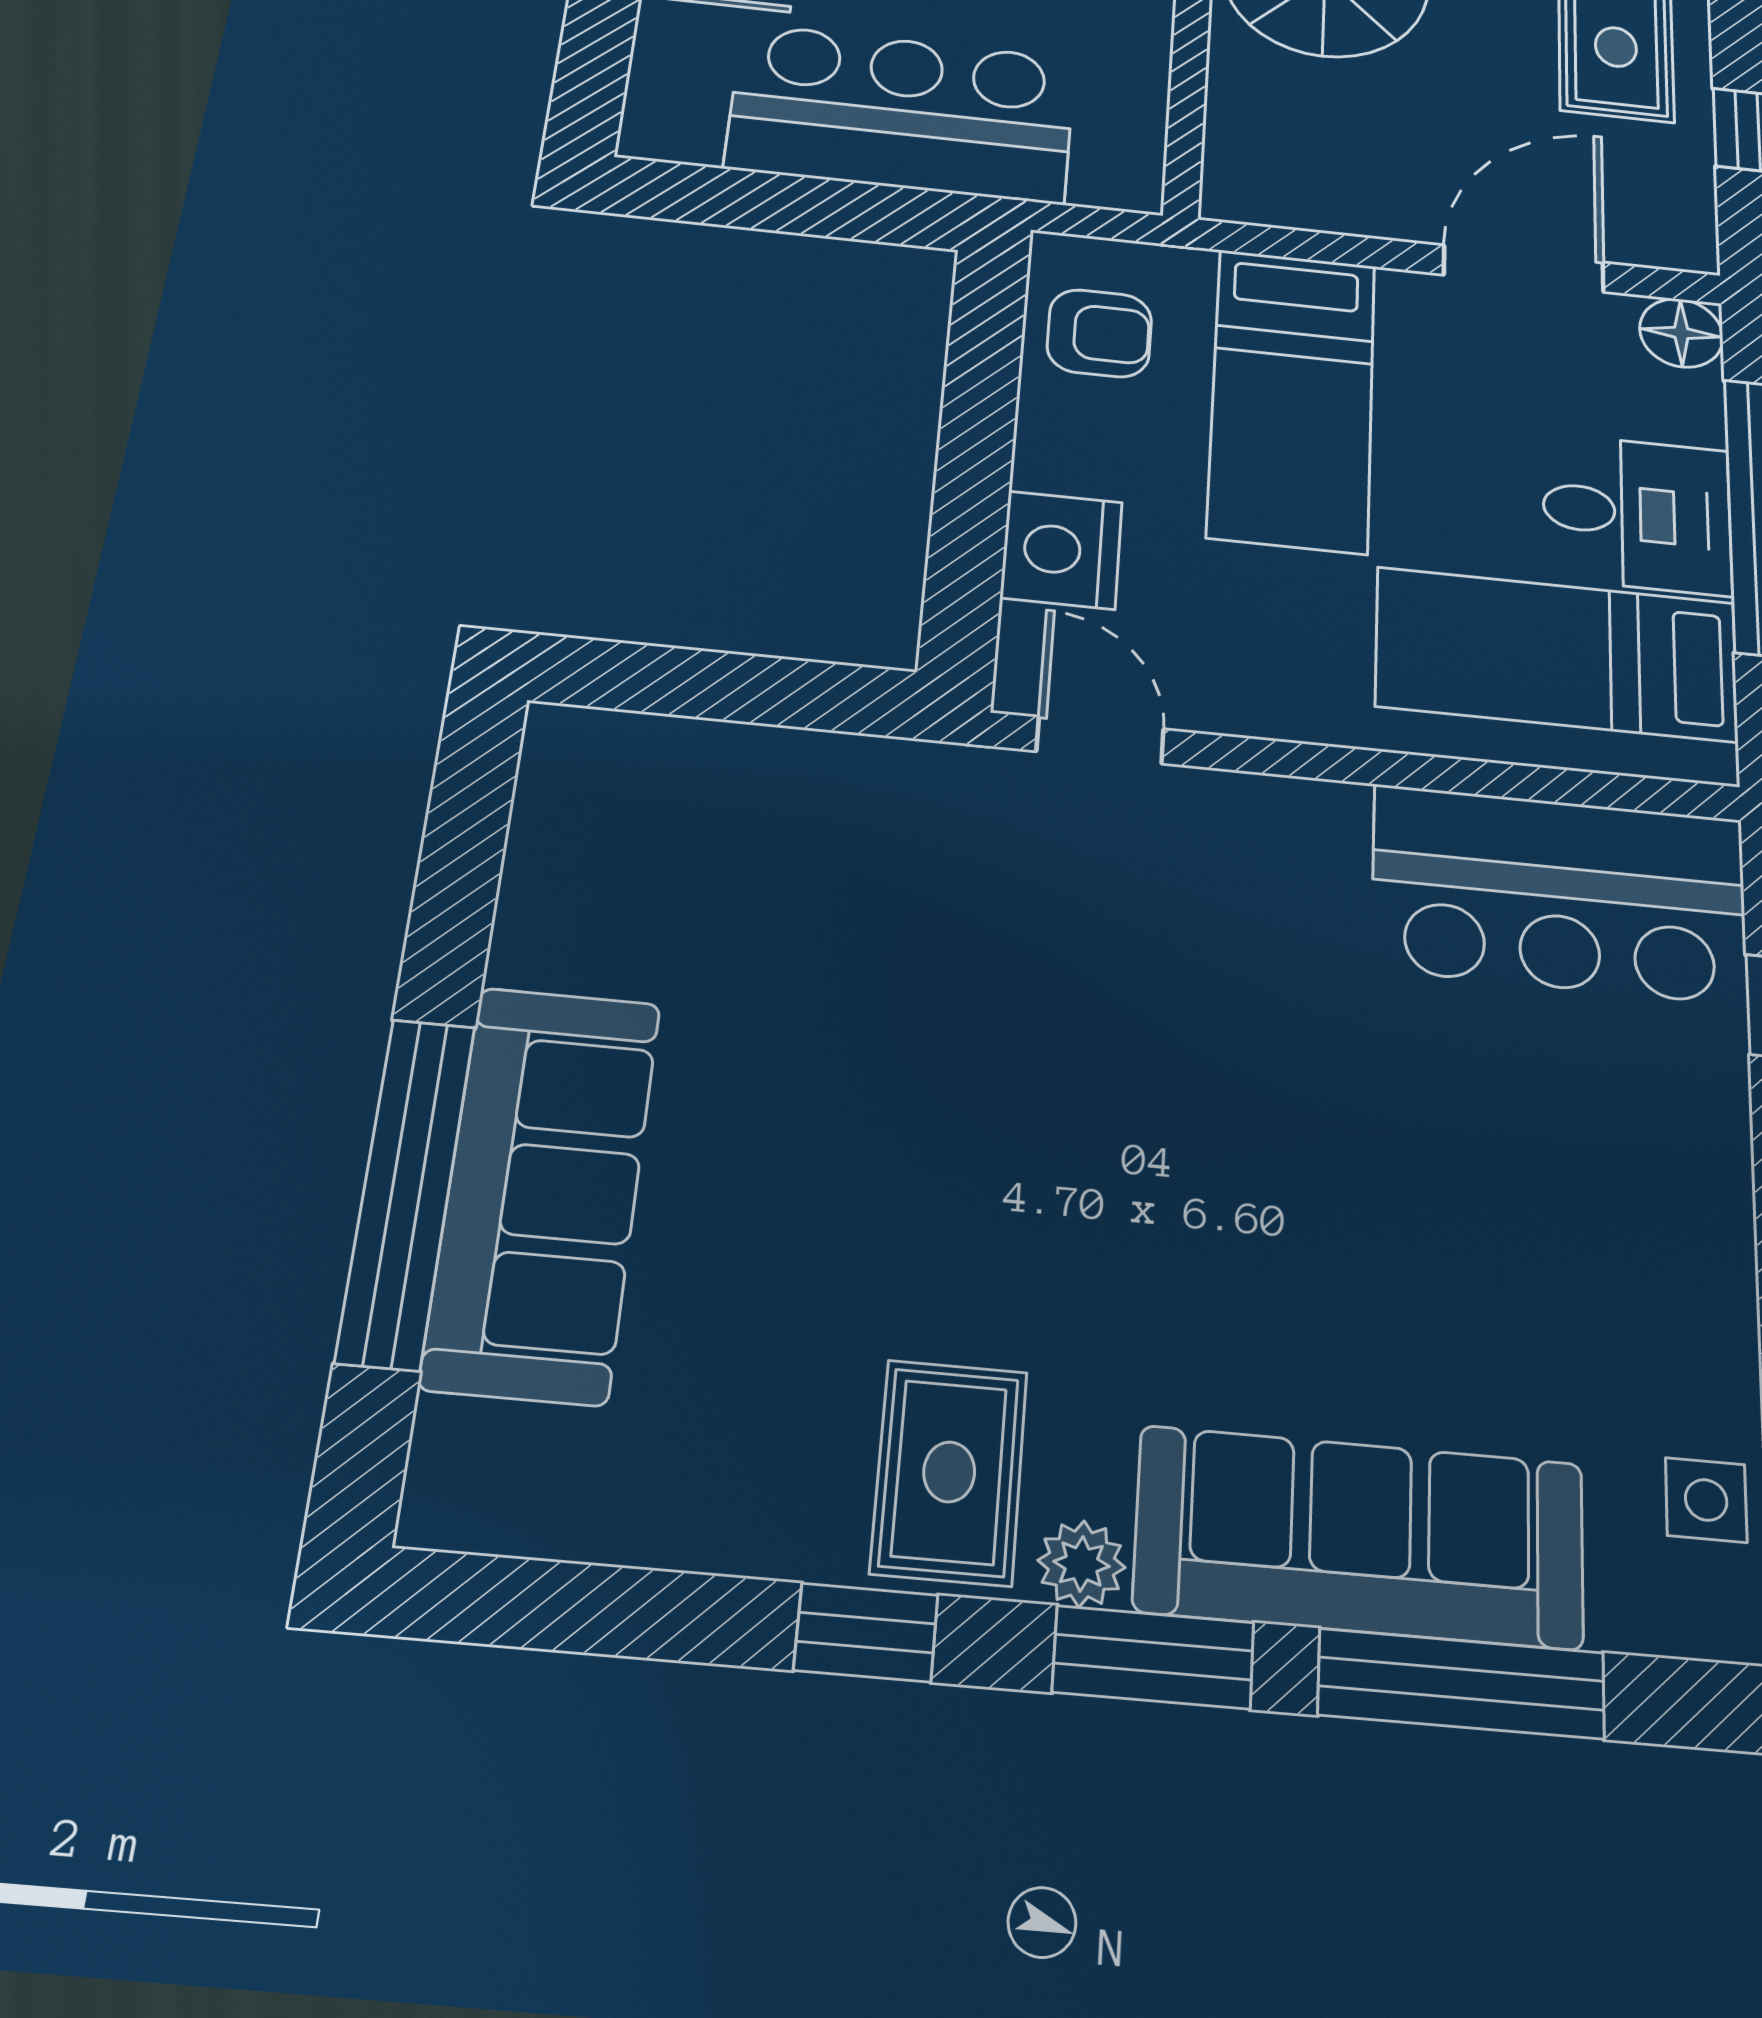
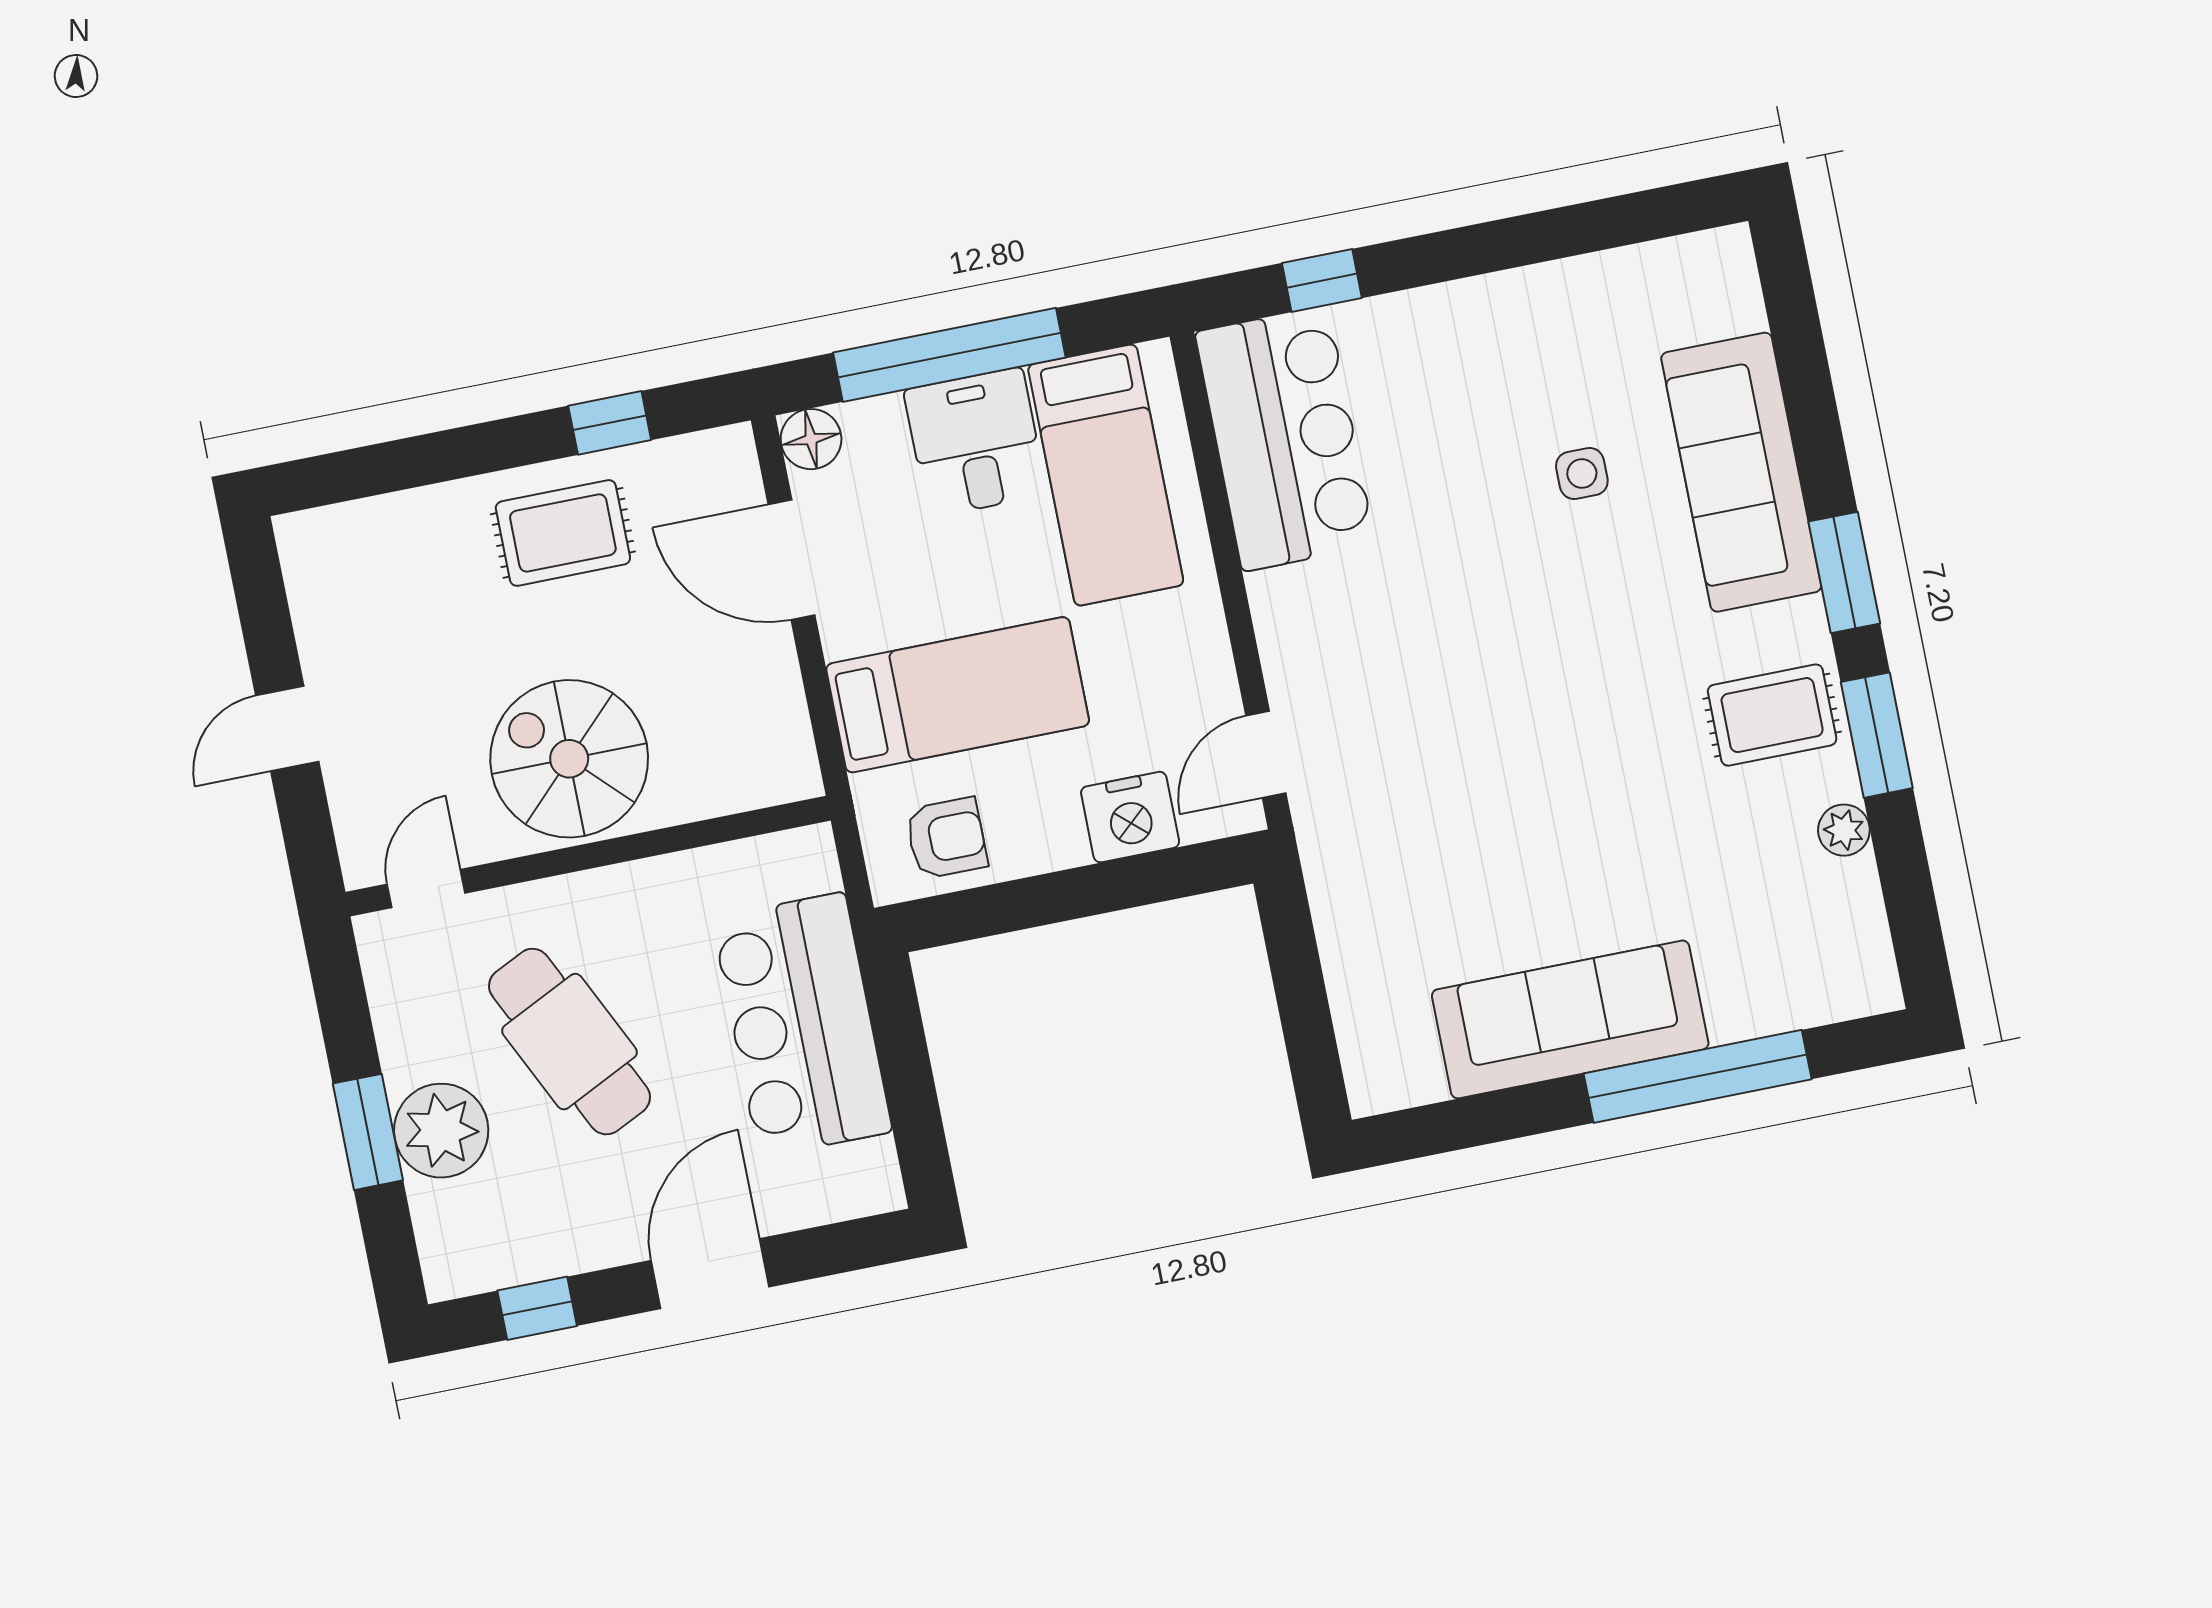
armchair: (1099, 333) -> (946, 838), turned 90
sofa: (542, 1192) -> (1570, 1019), moved
side table: (1706, 1500) -> (1582, 473), moved
plant: (1081, 1564) -> (1844, 830), moved
window: (866, 1632) -> (1877, 735), width x1.50
window: (1461, 1684) -> (1809, 397), removed

